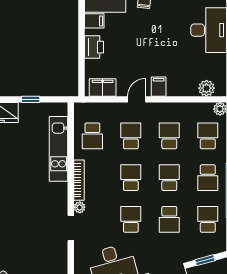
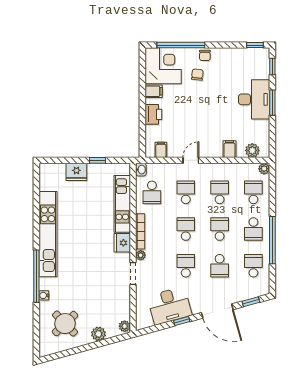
filing cabinet: (103, 87) -> (161, 150), width x0.50
filing cabinet: (159, 87) -> (229, 149), moved
washbasin: (80, 110) -> (141, 170), added
fridge: (59, 193) -> (122, 243), added

